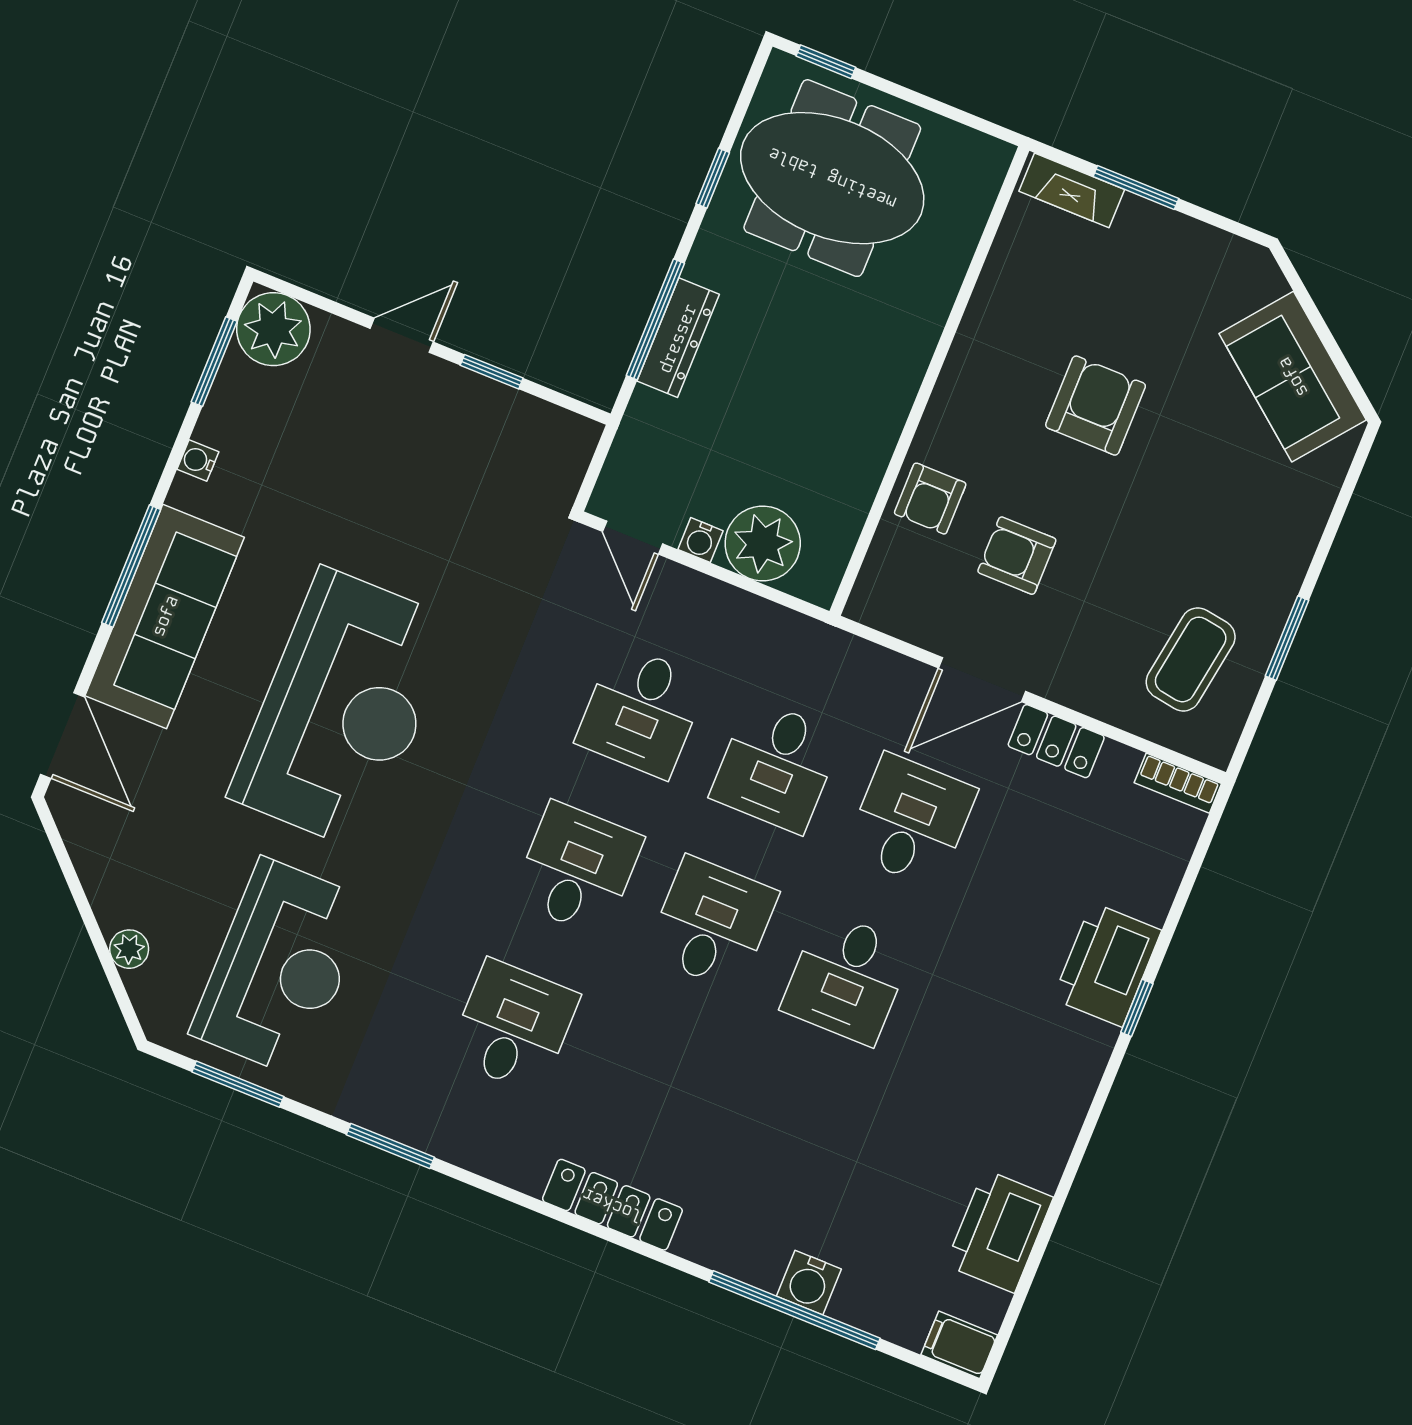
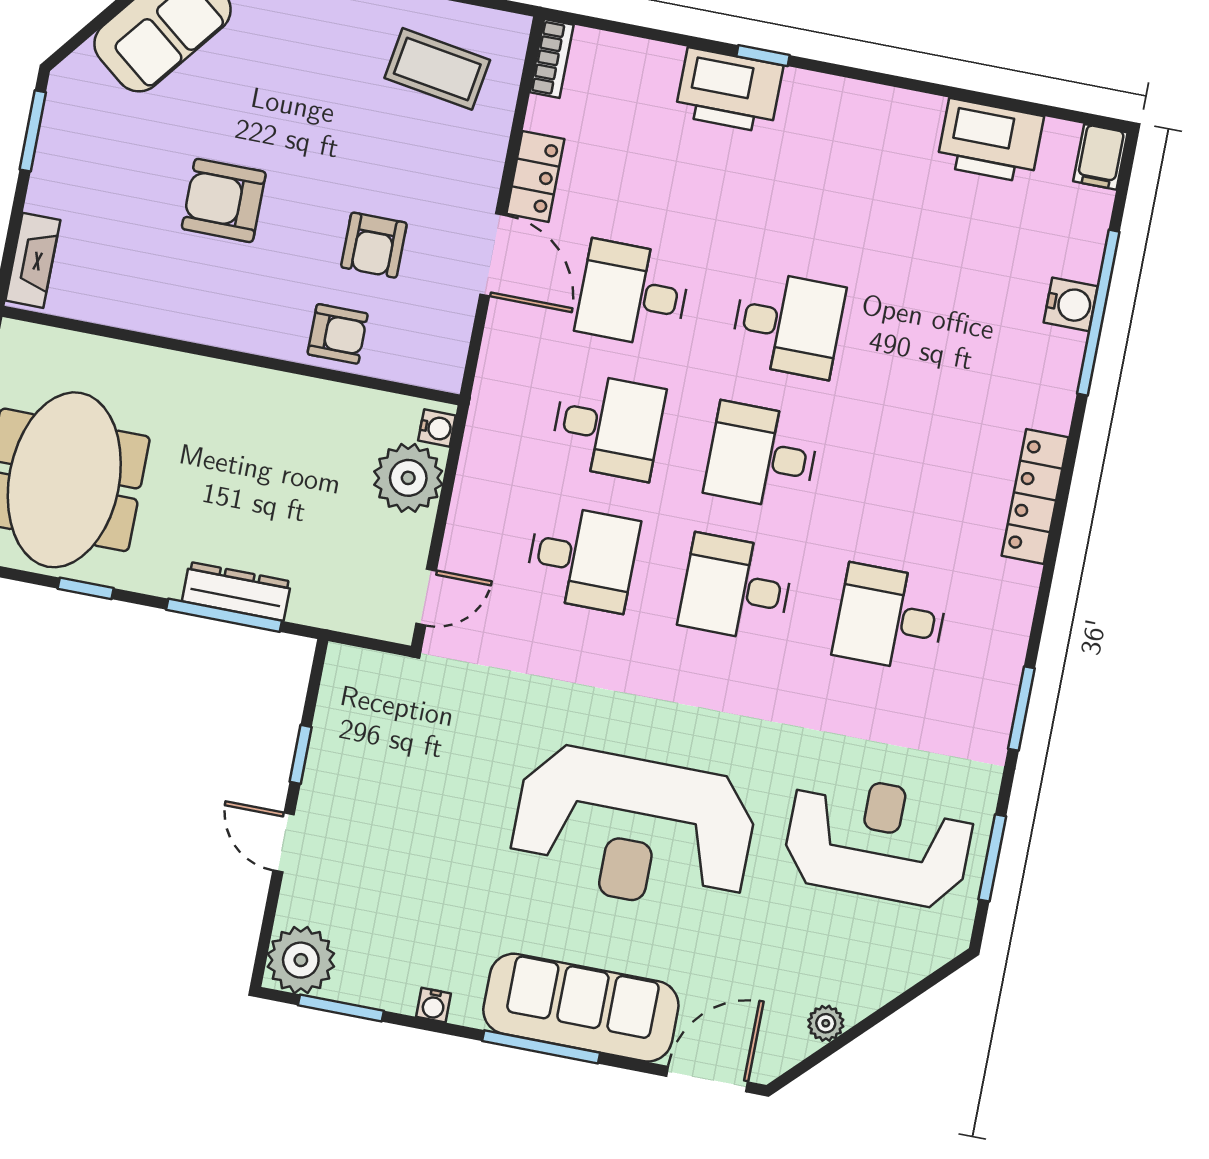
window: (1136, 188) -> (33, 131), moved
water cooler: (701, 540) -> (437, 428), moved
reception desk: (343, 709) -> (633, 829), turned 180
plant: (129, 949) -> (826, 1023), moved

